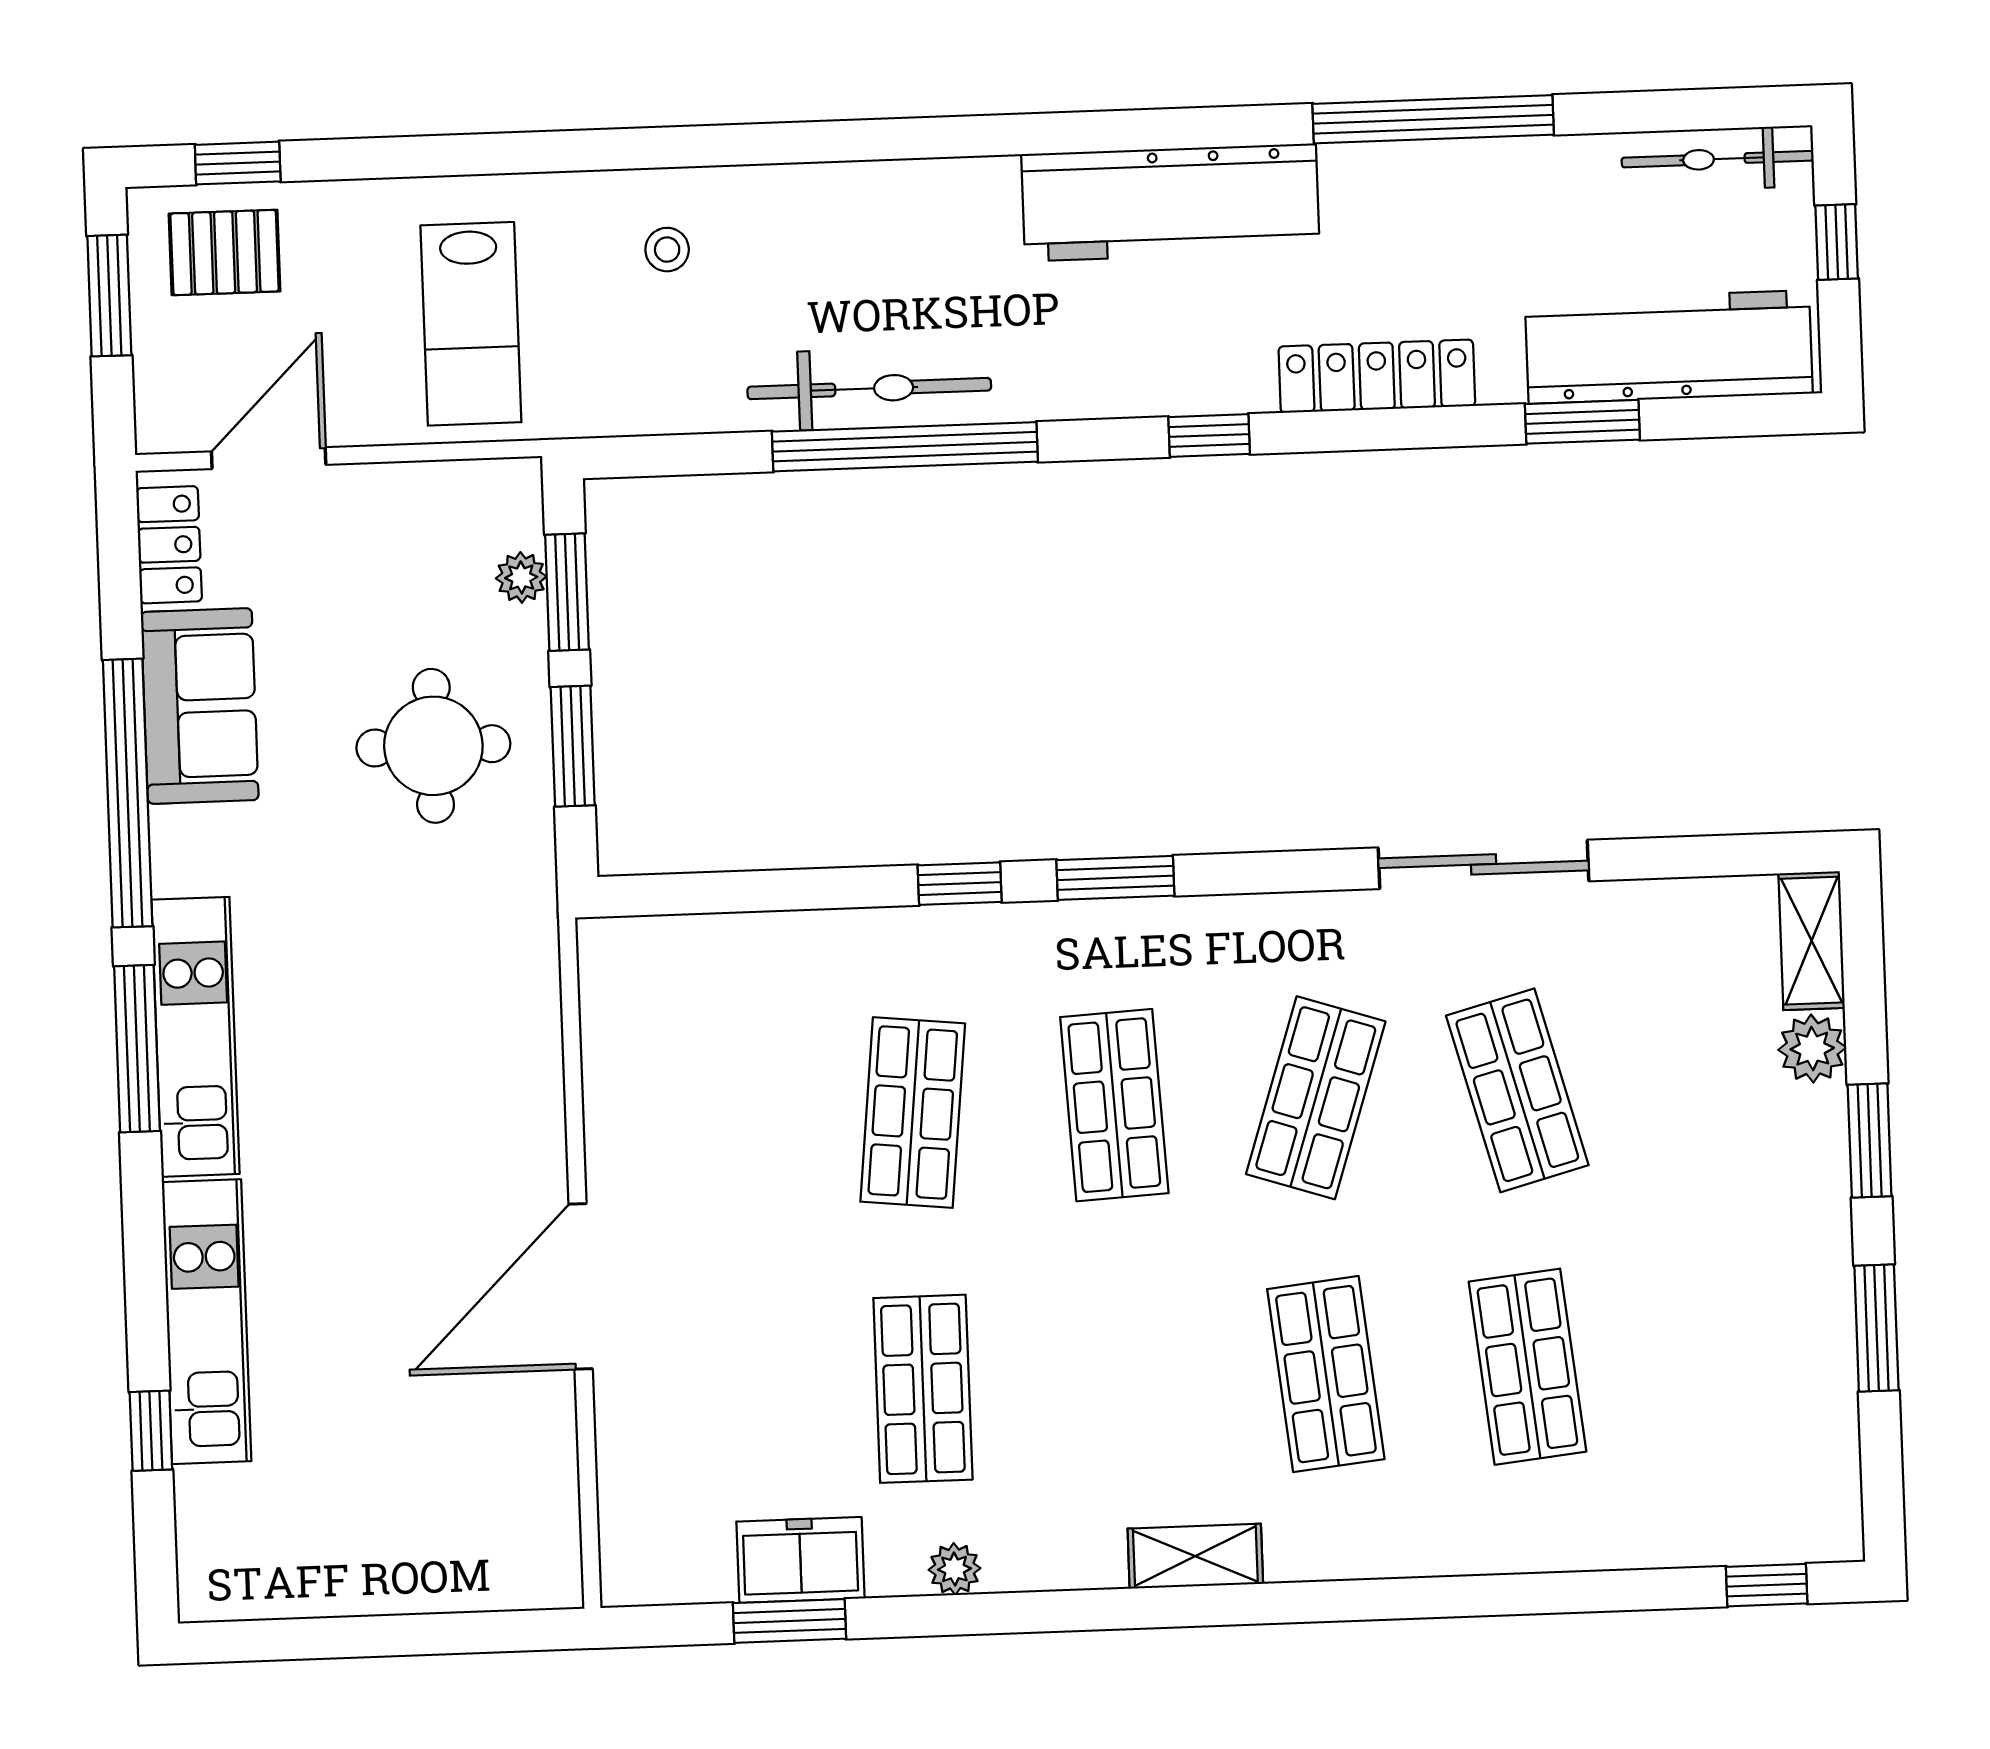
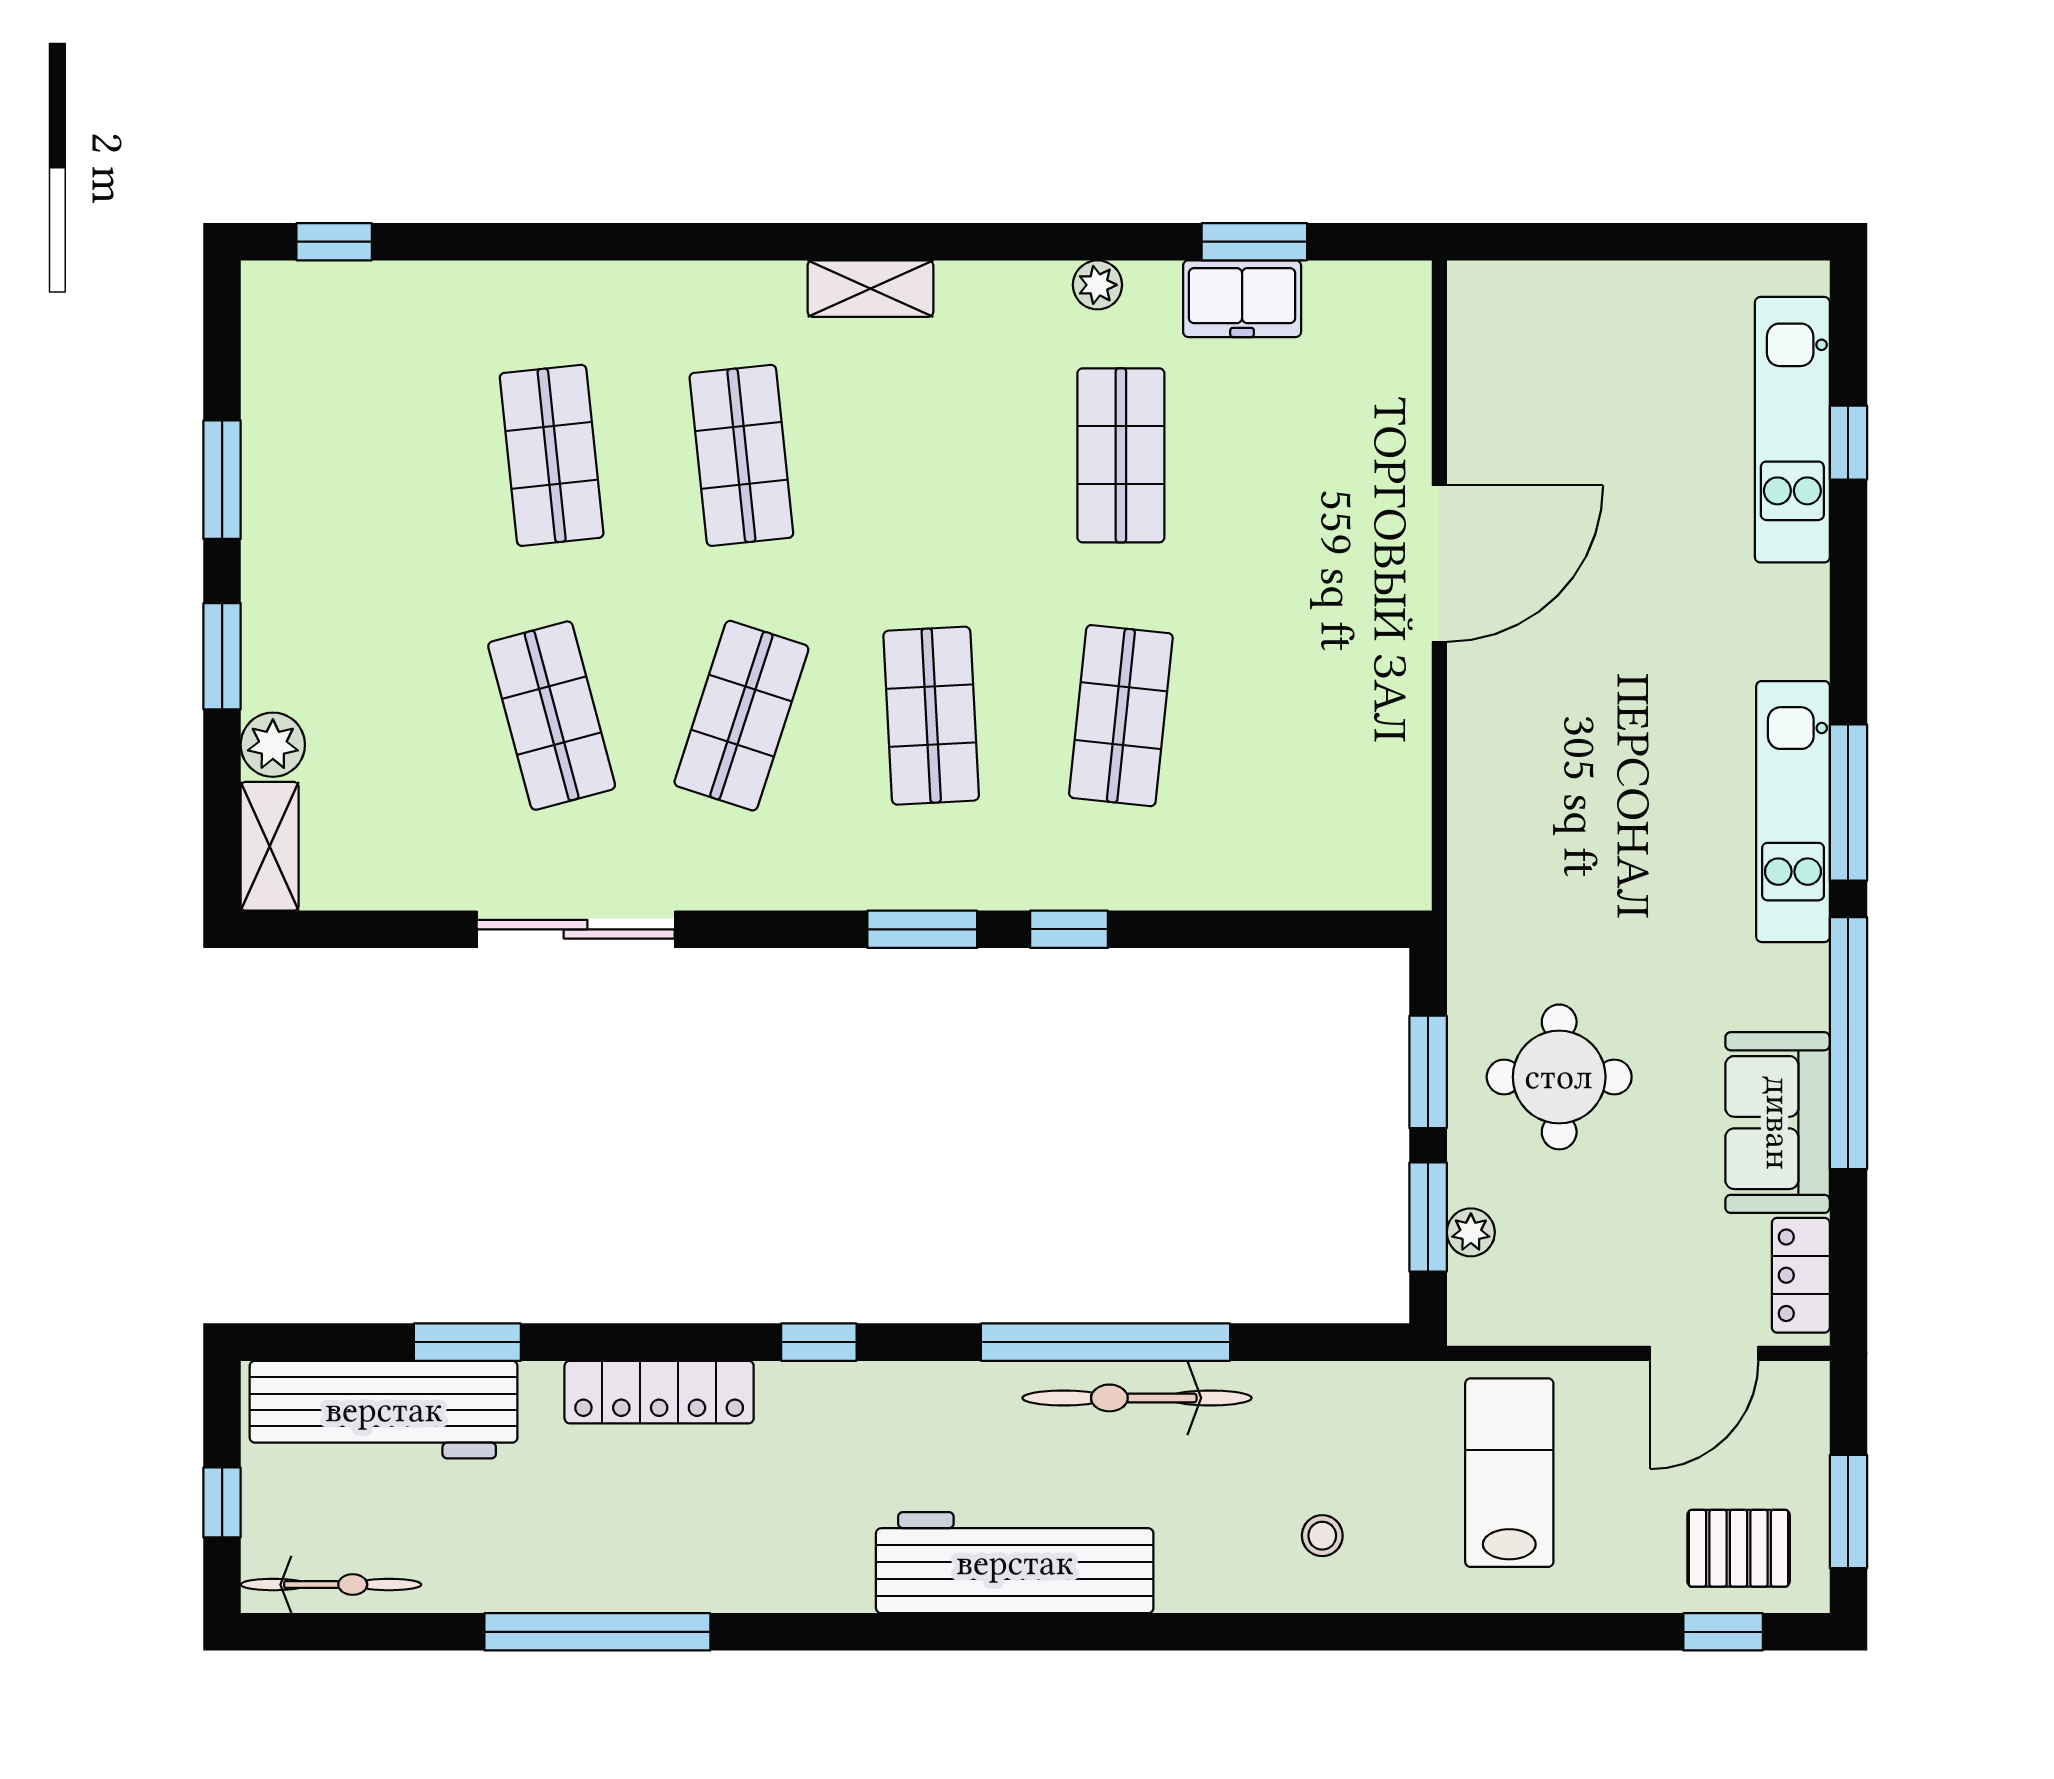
workbench: (1171, 202) -> (1015, 1563), moved
kitchen unit: (207, 1322) -> (1792, 430), moved

